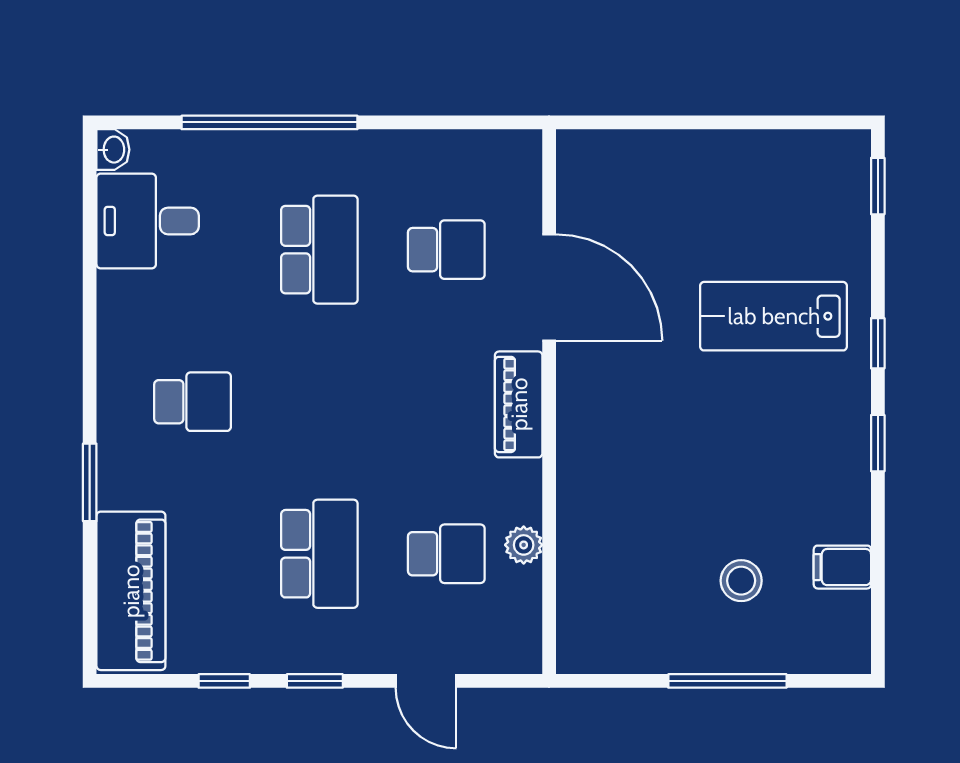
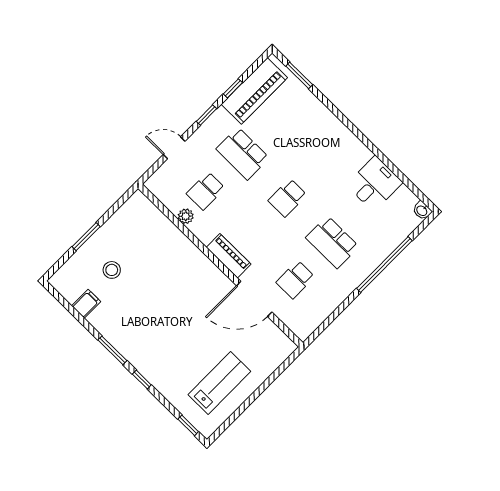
desk: (148, 221) -> (374, 184), moved
lab bench: (774, 316) -> (219, 383), moved
school desk: (193, 402) -> (288, 198), moved
window: (878, 443) -> (112, 350), width x1.50
window: (90, 482) -> (299, 75), moved
piano: (131, 591) -> (254, 91), moved, turned -90
window: (727, 681) -> (86, 237), width x0.69

